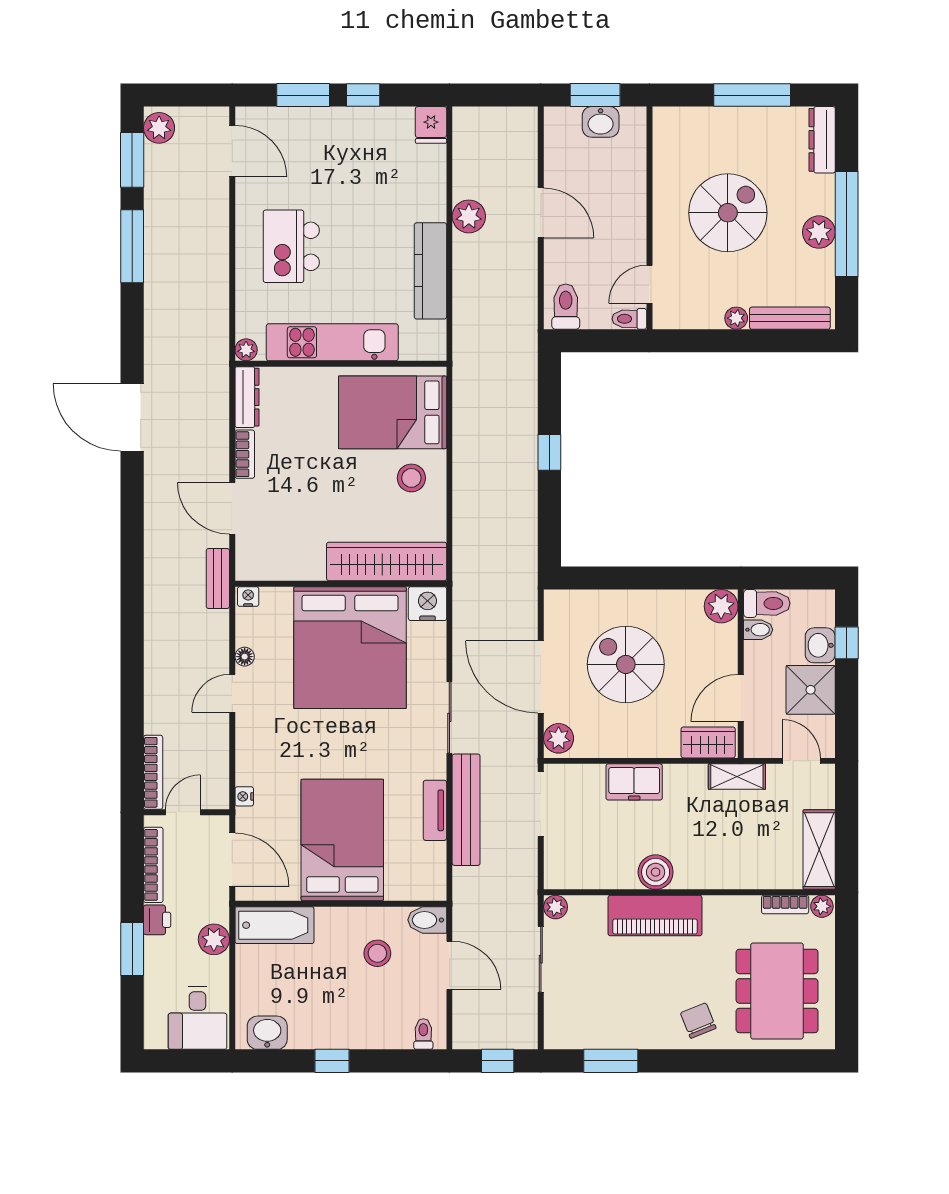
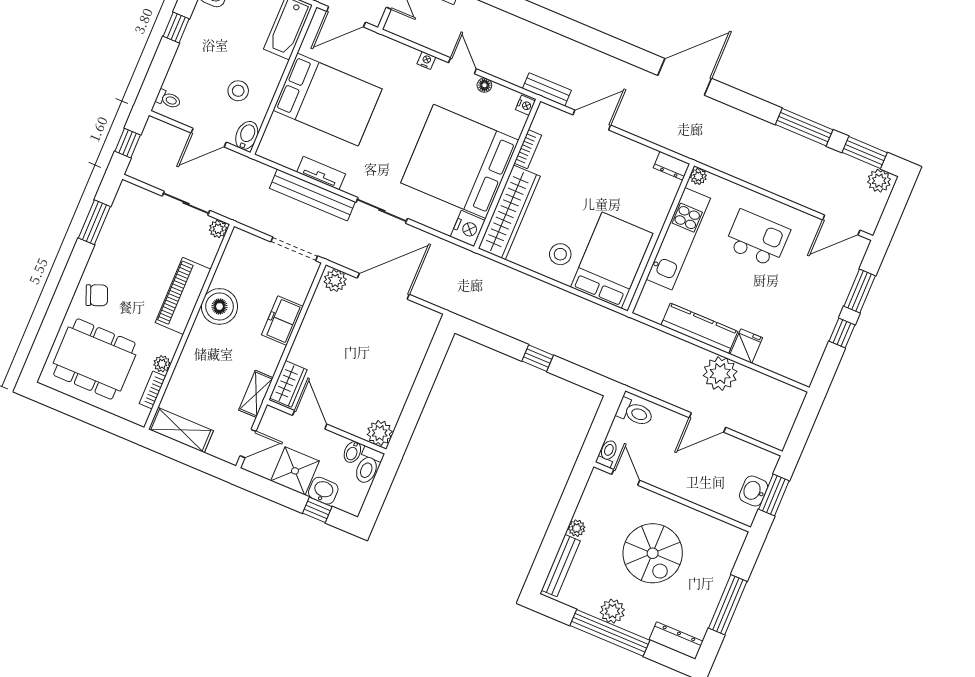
fridge: (431, 125) -> (746, 346), moved, turned 90
plant: (469, 216) -> (720, 374), width x1.36, depth x1.36
dresser: (247, 397) -> (672, 166), width x0.70
bookcase: (245, 454) -> (528, 149), moved, turned -90
spiral stairs: (626, 664) -> (367, 349), removed
nightstand: (244, 796) -> (426, 60), moved
boiler: (656, 872) -> (219, 306), width x1.37, depth x1.37
plant: (822, 906) -> (162, 364), moved

